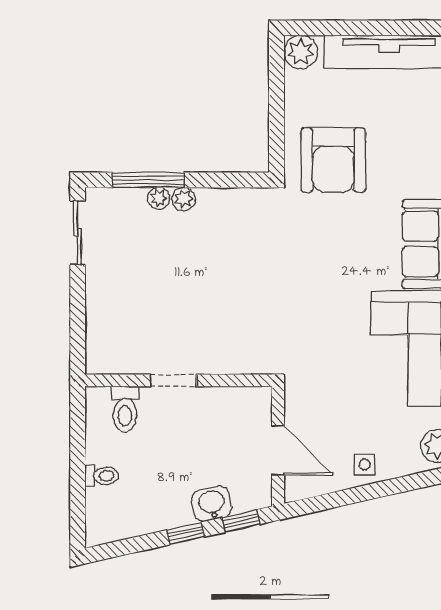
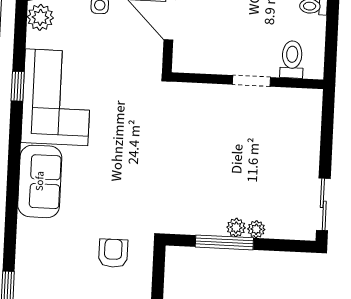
armchair: (333, 160) -> (113, 253), width x0.53, depth x0.53
window: (148, 180) -> (224, 242), moved

